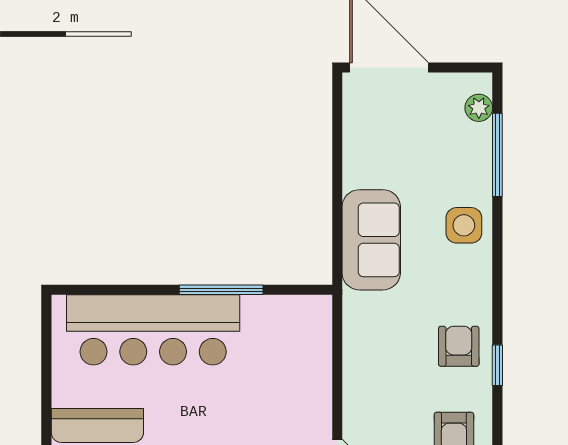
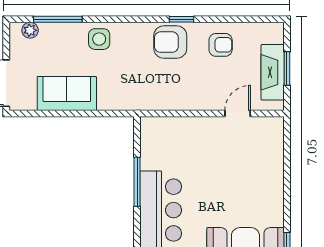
sofa: (371, 240) -> (67, 94), moved
armchair: (459, 346) -> (170, 42), width x1.38, depth x1.38

